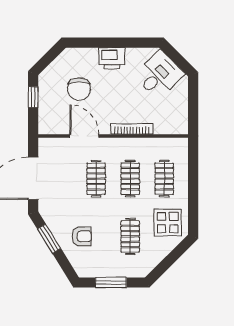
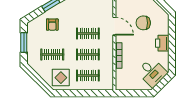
door: (84, 136) -> (114, 26), hinge flipped

